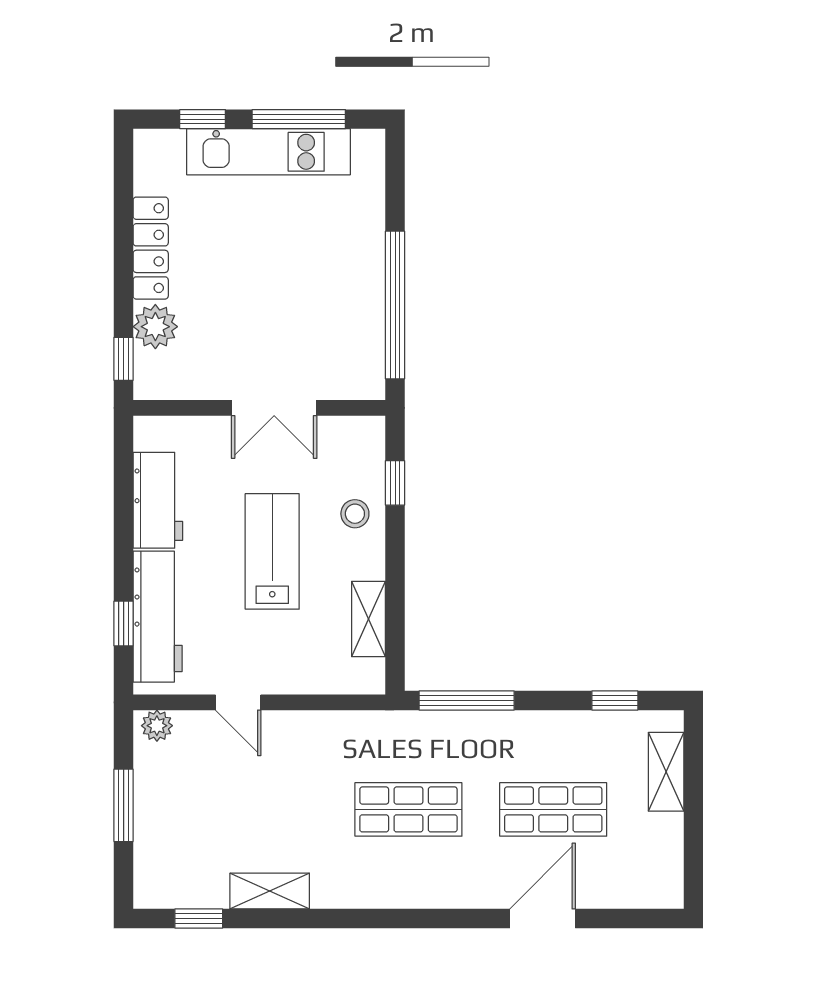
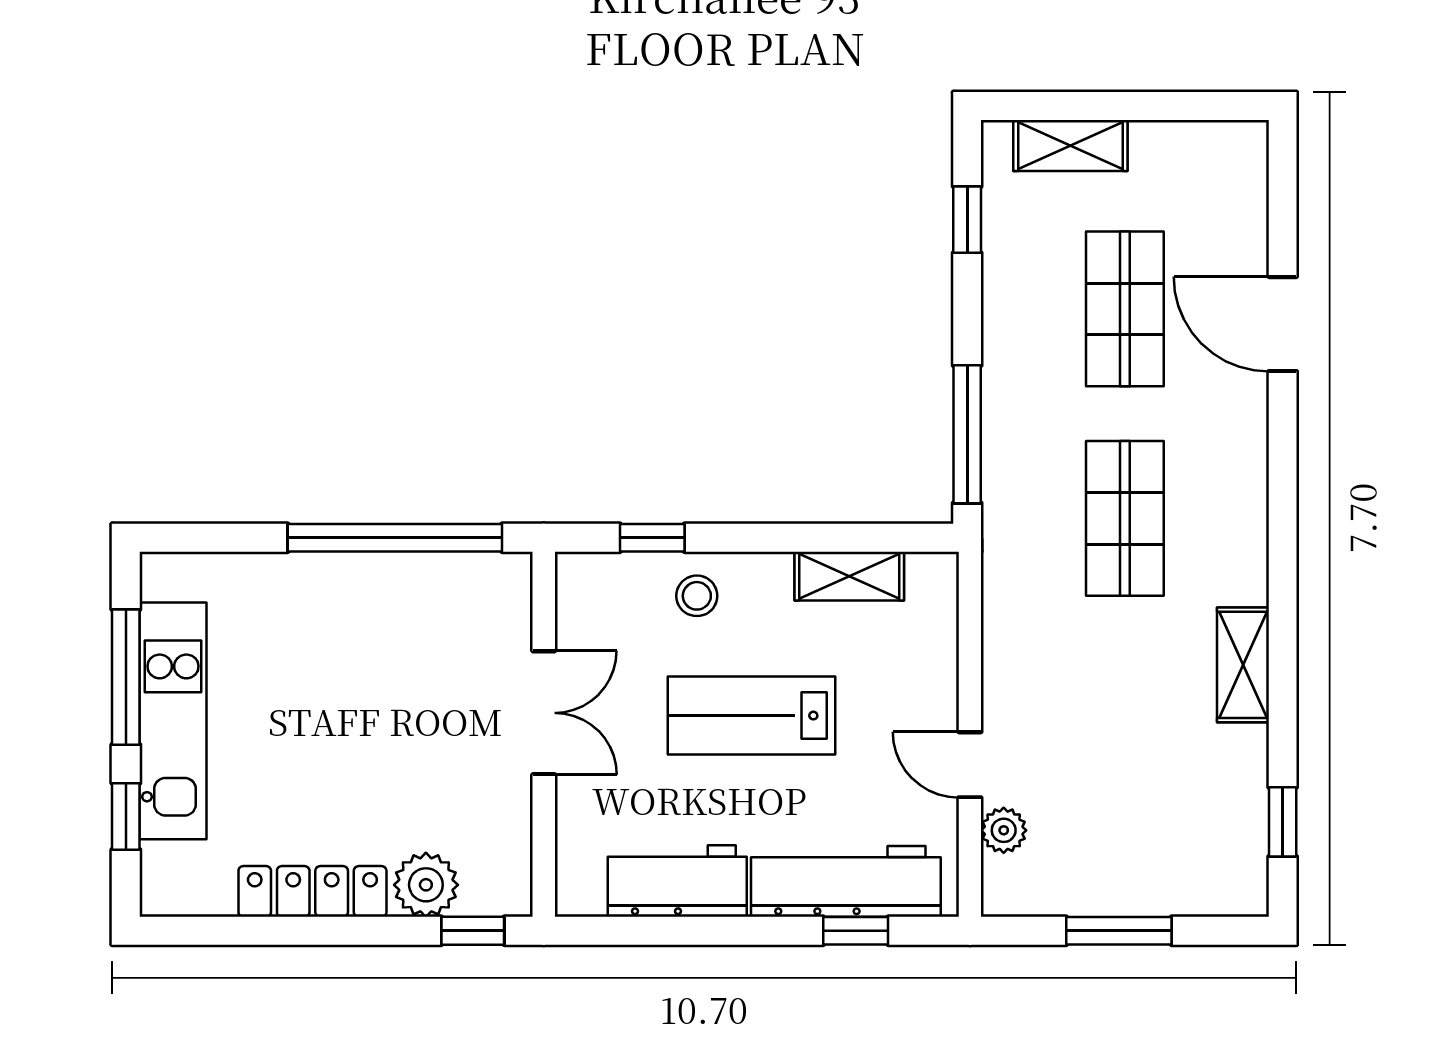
door: (238, 702) -> (970, 765), swing flipped
plant: (157, 726) -> (1004, 830), moved
shelving: (270, 891) -> (1243, 665), moved

